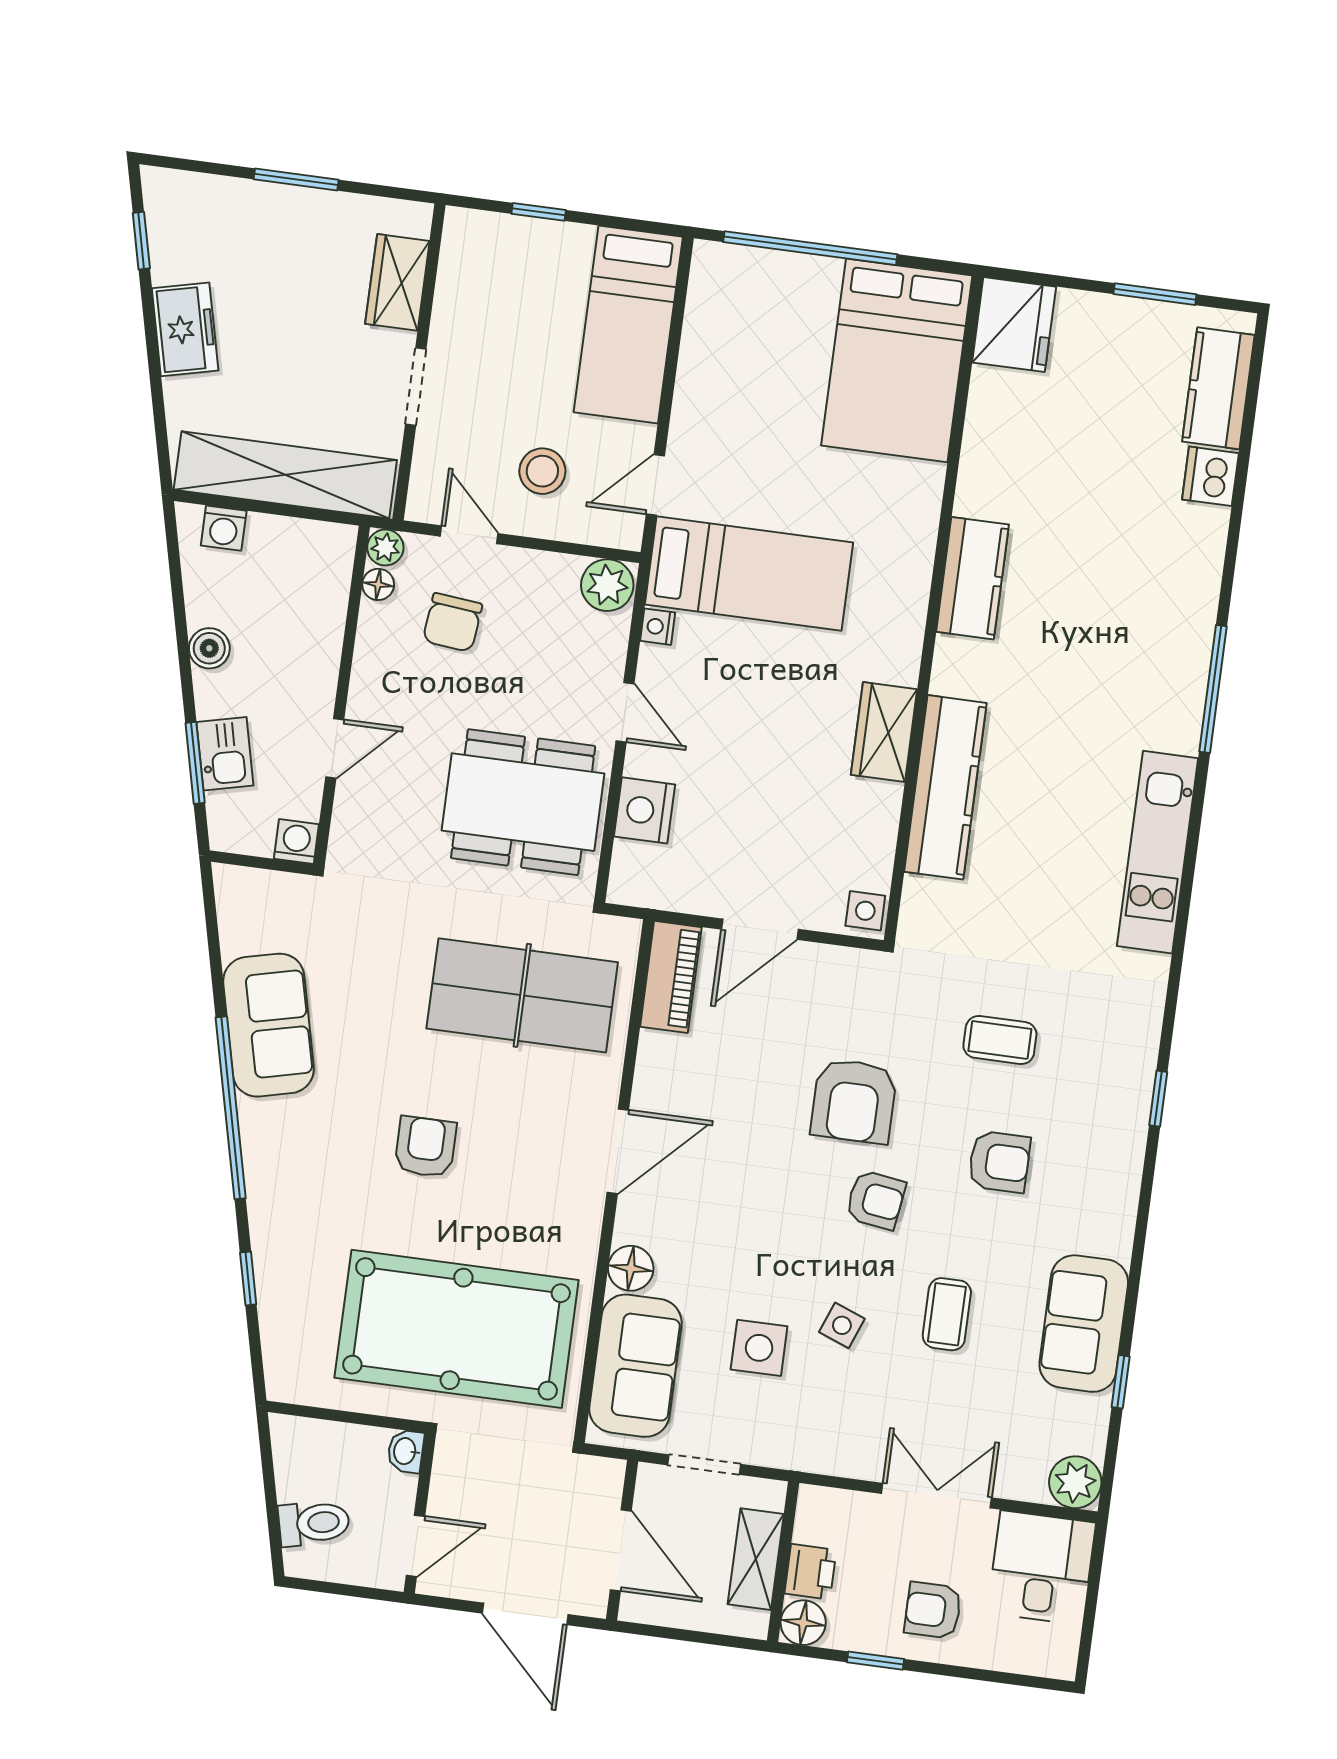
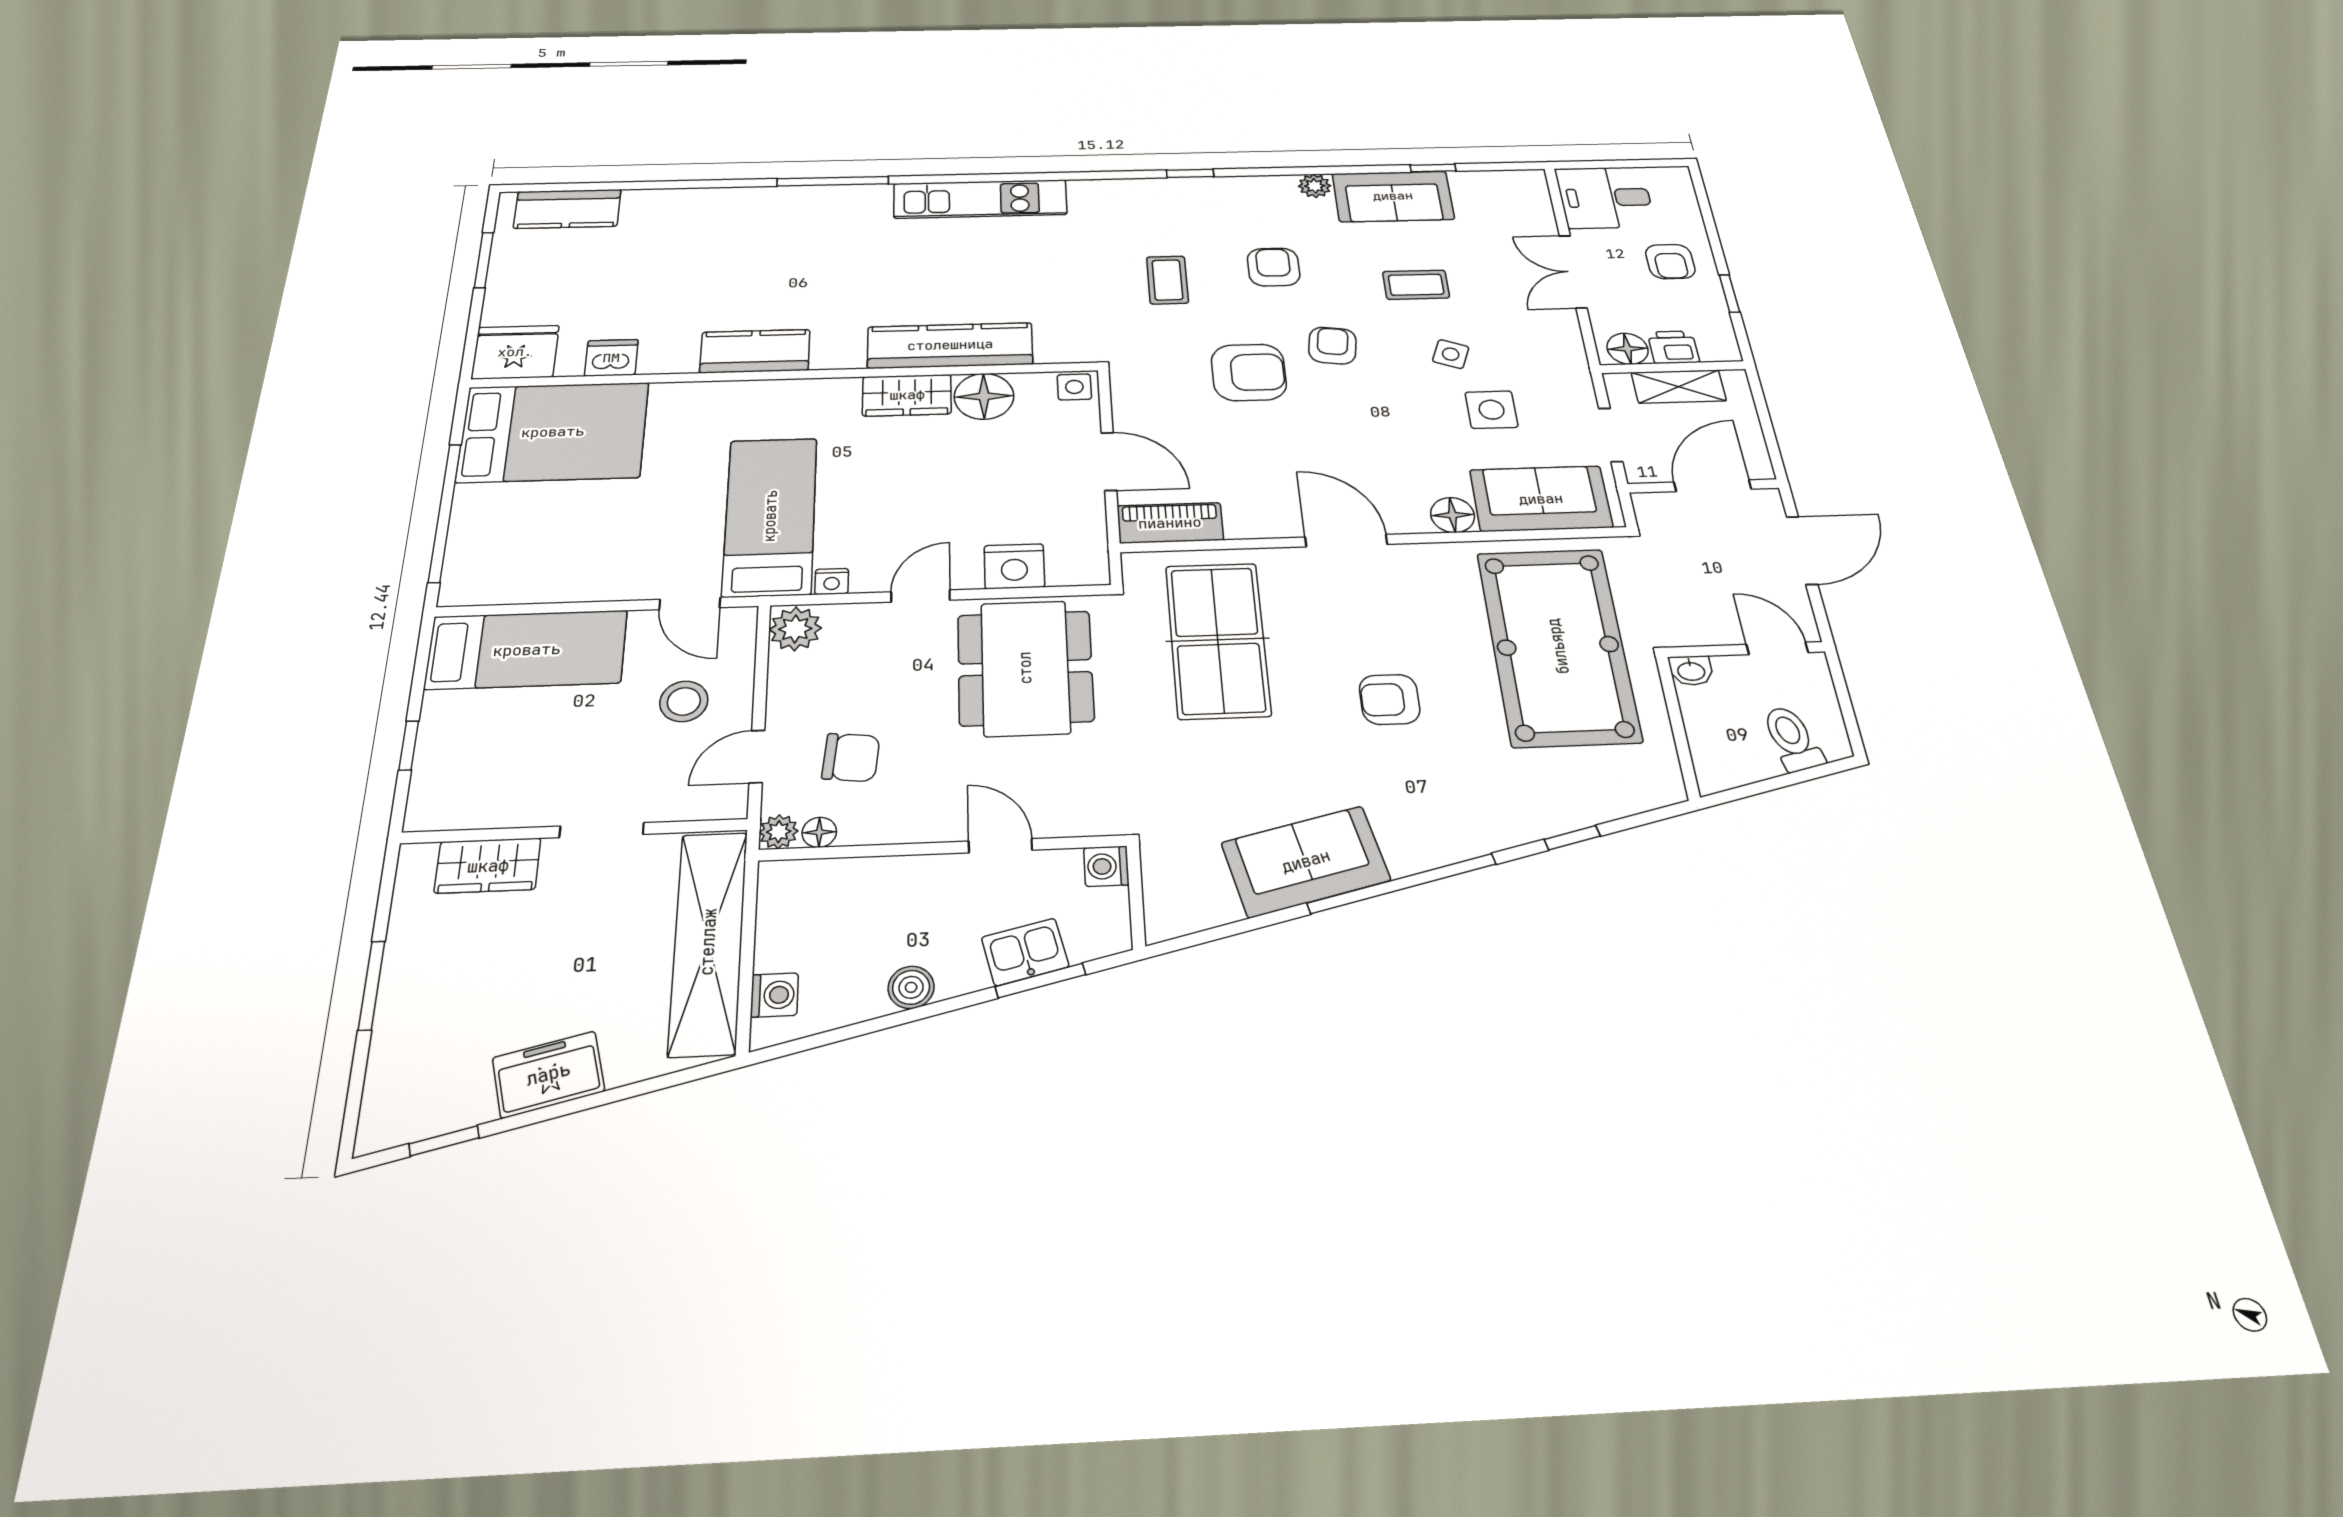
dishwasher: (1210, 476) -> (611, 358), moved, turned 180
floor lamp: (869, 813) -> (984, 396), added
plant: (1075, 1482) -> (1315, 186), moved, width x0.73, depth x0.73
floor lamp: (803, 1623) -> (1628, 349), moved

